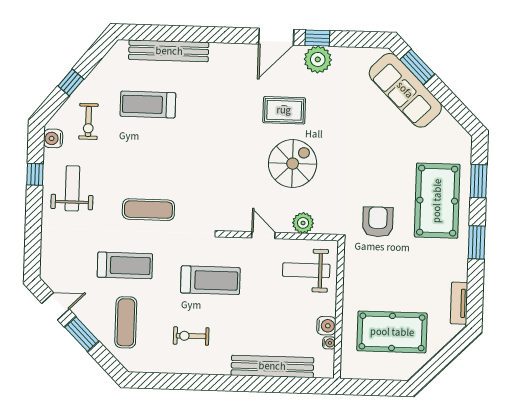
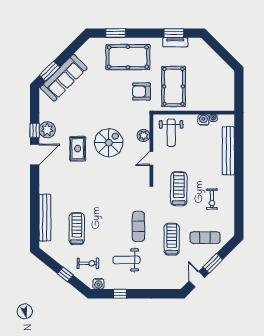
door: (276, 37) -> (35, 155), hinge flipped
treadmill: (148, 104) -> (77, 229), turned 180
spiral stairs: (293, 164) -> (109, 143), turned 90
weight bench: (72, 188) -> (127, 260), moved
window: (477, 242) -> (174, 33), moved
tv unit: (459, 303) -> (175, 42), moved
pool table: (392, 332) -> (173, 86), moved

